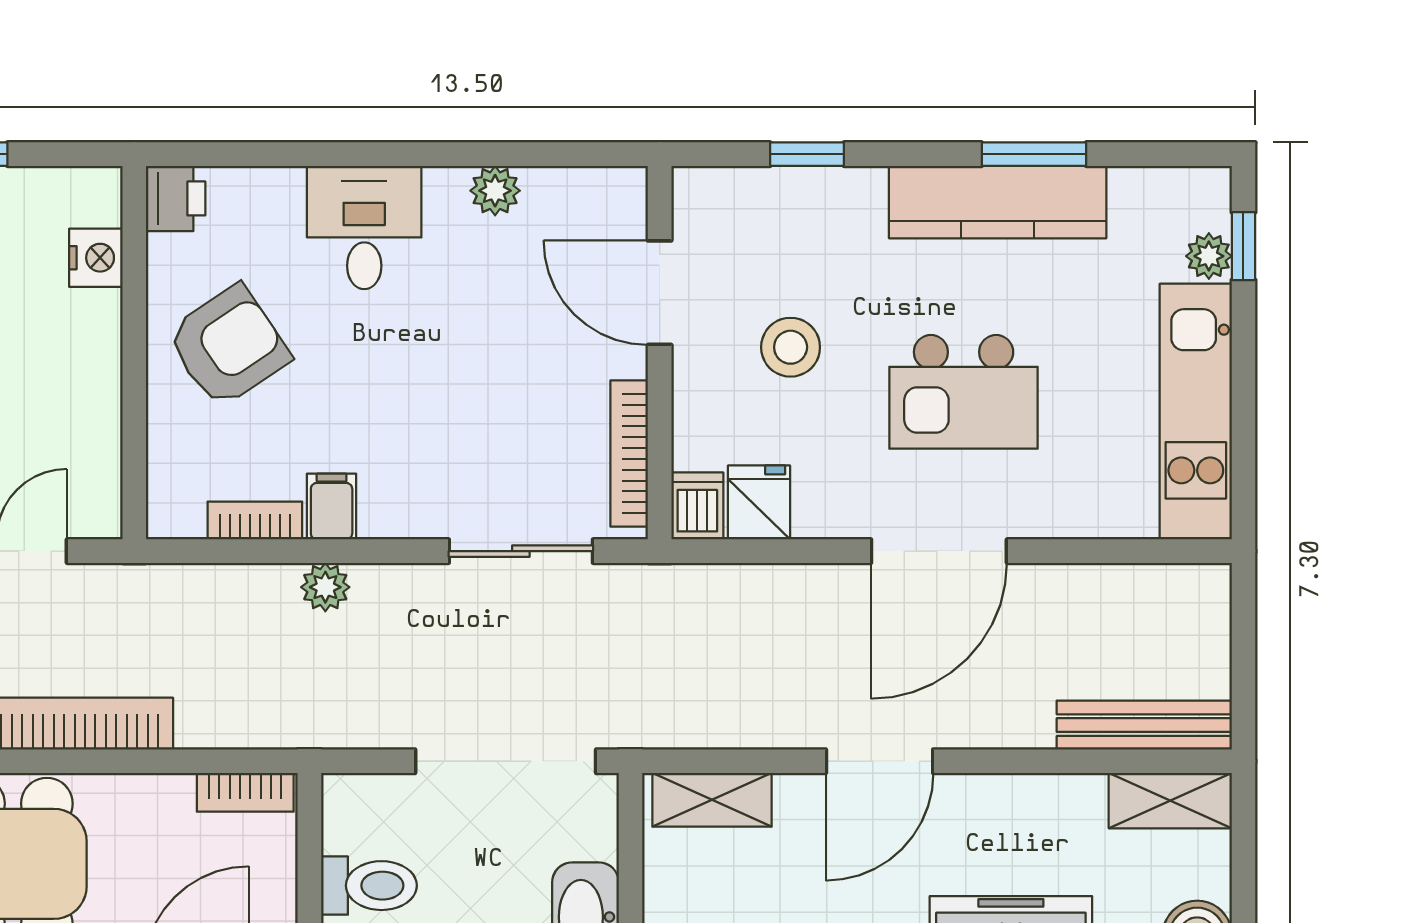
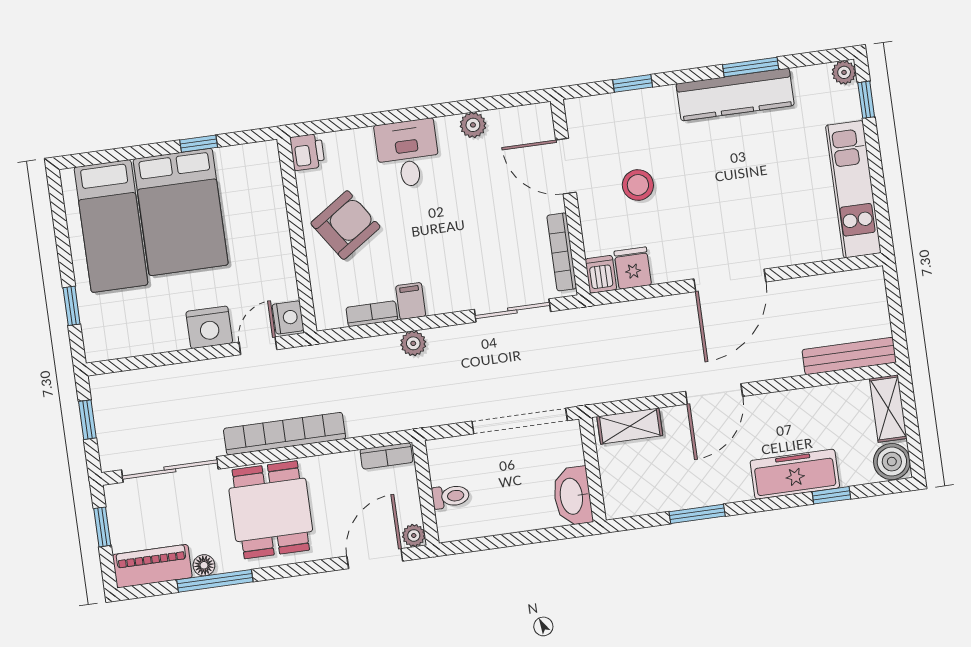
plant: (1209, 256) -> (844, 72), moved
nightstand: (96, 258) -> (288, 317), moved
kitchen island: (964, 392) -> (731, 196), removed
shelving: (1170, 801) -> (888, 409), moved, turned 90
toilet: (369, 886) -> (451, 496), width x0.73, depth x0.72

